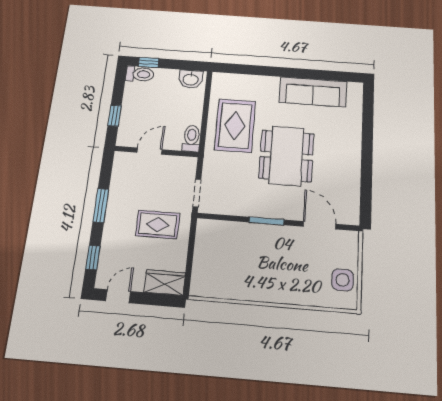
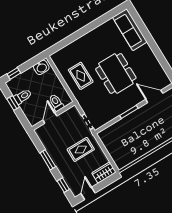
toilet: (140, 74) -> (23, 97), moved
sofa: (313, 92) -> (130, 30), moved, turned 90
window: (114, 116) -> (13, 103), moved
rug: (235, 126) -> (81, 76), width x0.73, depth x0.70
toilet: (191, 138) -> (56, 103), moved

